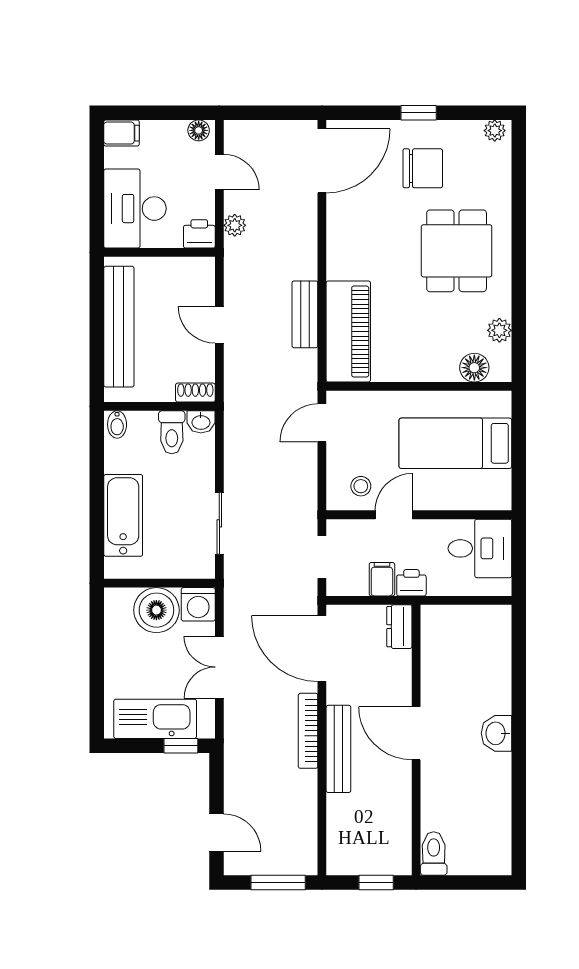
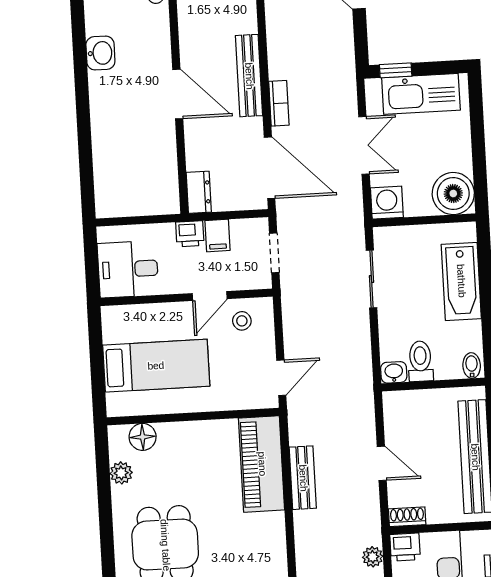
shoe rack: (195, 393) -> (407, 517), moved, turned 180
boiler: (156, 610) -> (453, 194), moved
bookcase: (308, 731) -> (279, 103), width x0.64
washbasin: (496, 733) -> (100, 53), moved

